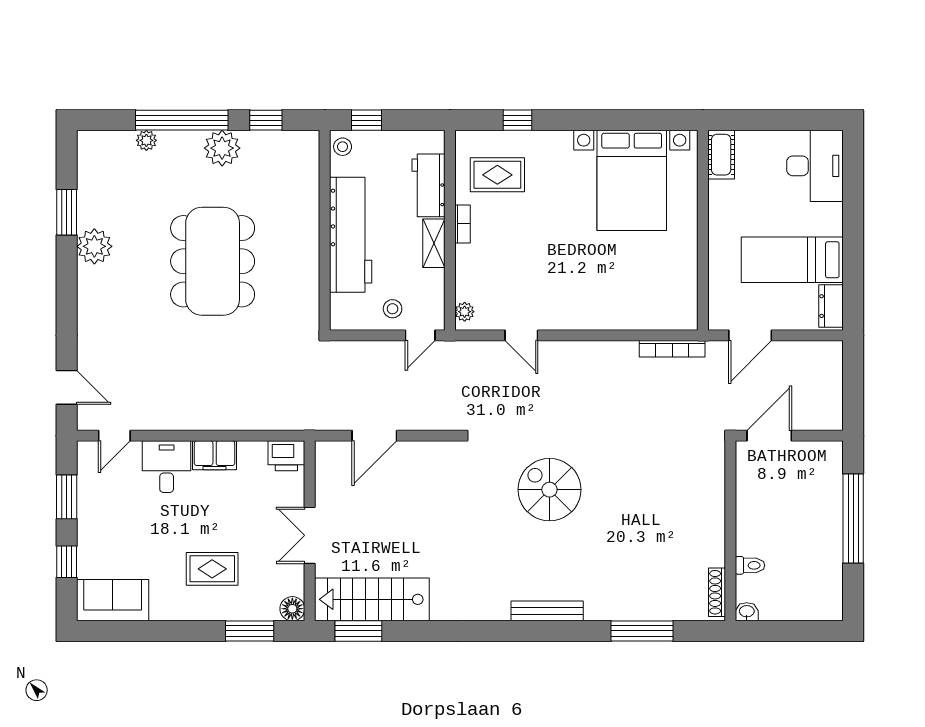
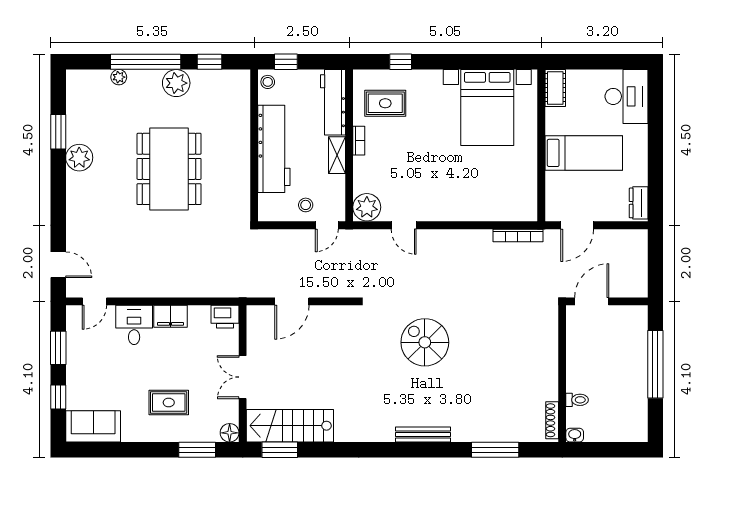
workbench: (429, 185) -> (333, 102), width x1.38
bed: (792, 260) -> (584, 153), moved, turned 180
plant: (465, 312) -> (367, 207), width x1.87, depth x1.87

